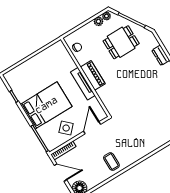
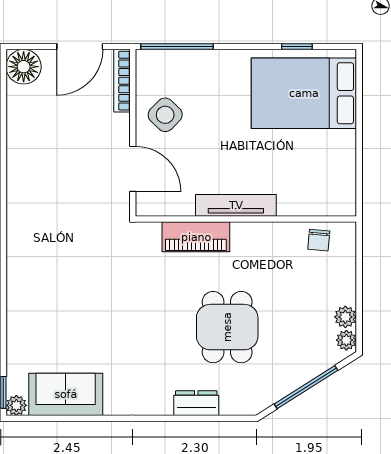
dining table: (121, 42) -> (227, 327), moved
piano: (93, 75) -> (196, 237), moved
bed: (46, 105) -> (304, 93), moved, turned 90
coffee table: (111, 162) -> (38, 166), removed

